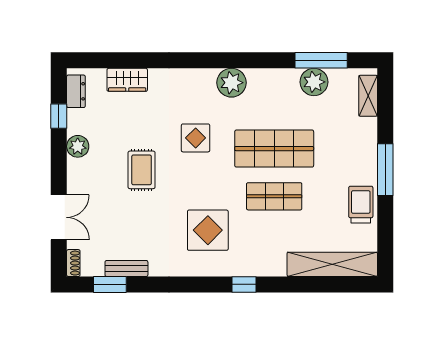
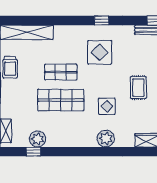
window: (321, 60) -> (33, 152), width x0.46
plant: (232, 83) -> (106, 139), moved
window: (244, 284) -> (102, 21), moved

